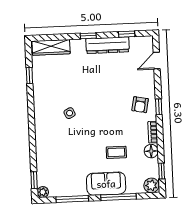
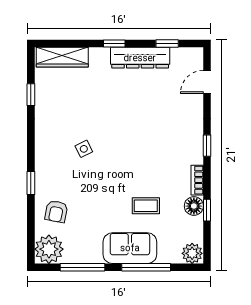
armchair: (140, 105) -> (56, 211), moved
window: (162, 171) -> (207, 210), moved
window: (34, 180) -> (31, 183), moved
plant: (43, 192) -> (49, 249), width x1.88, depth x1.88

